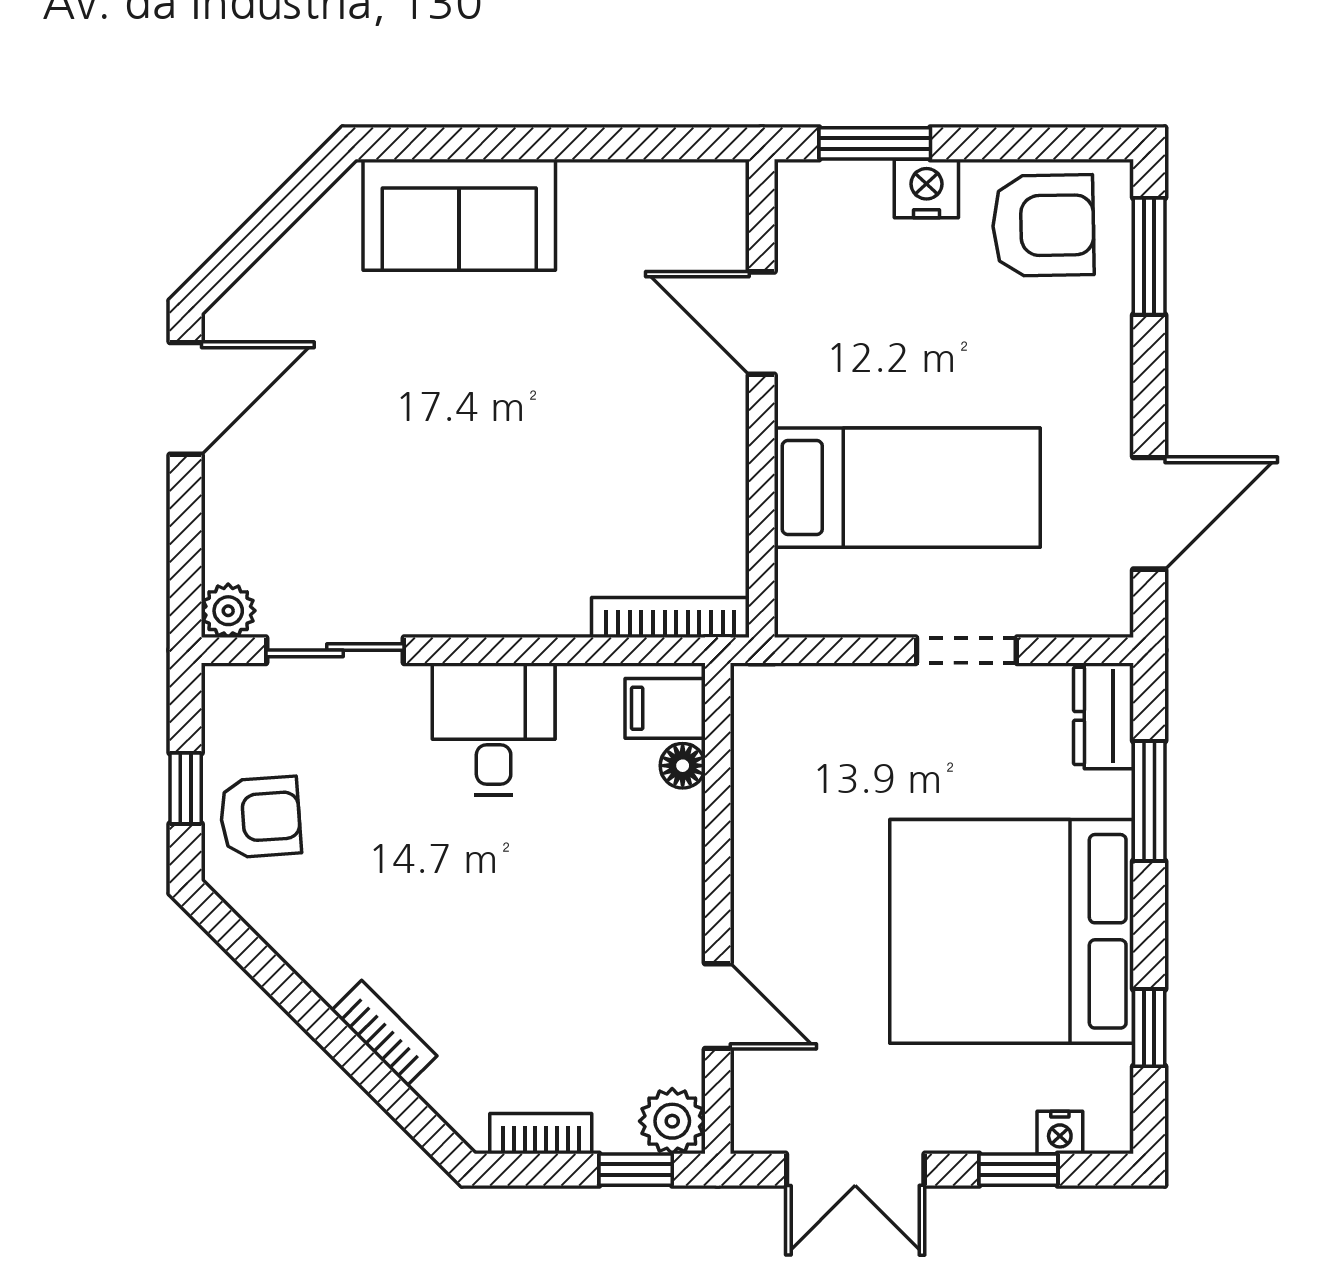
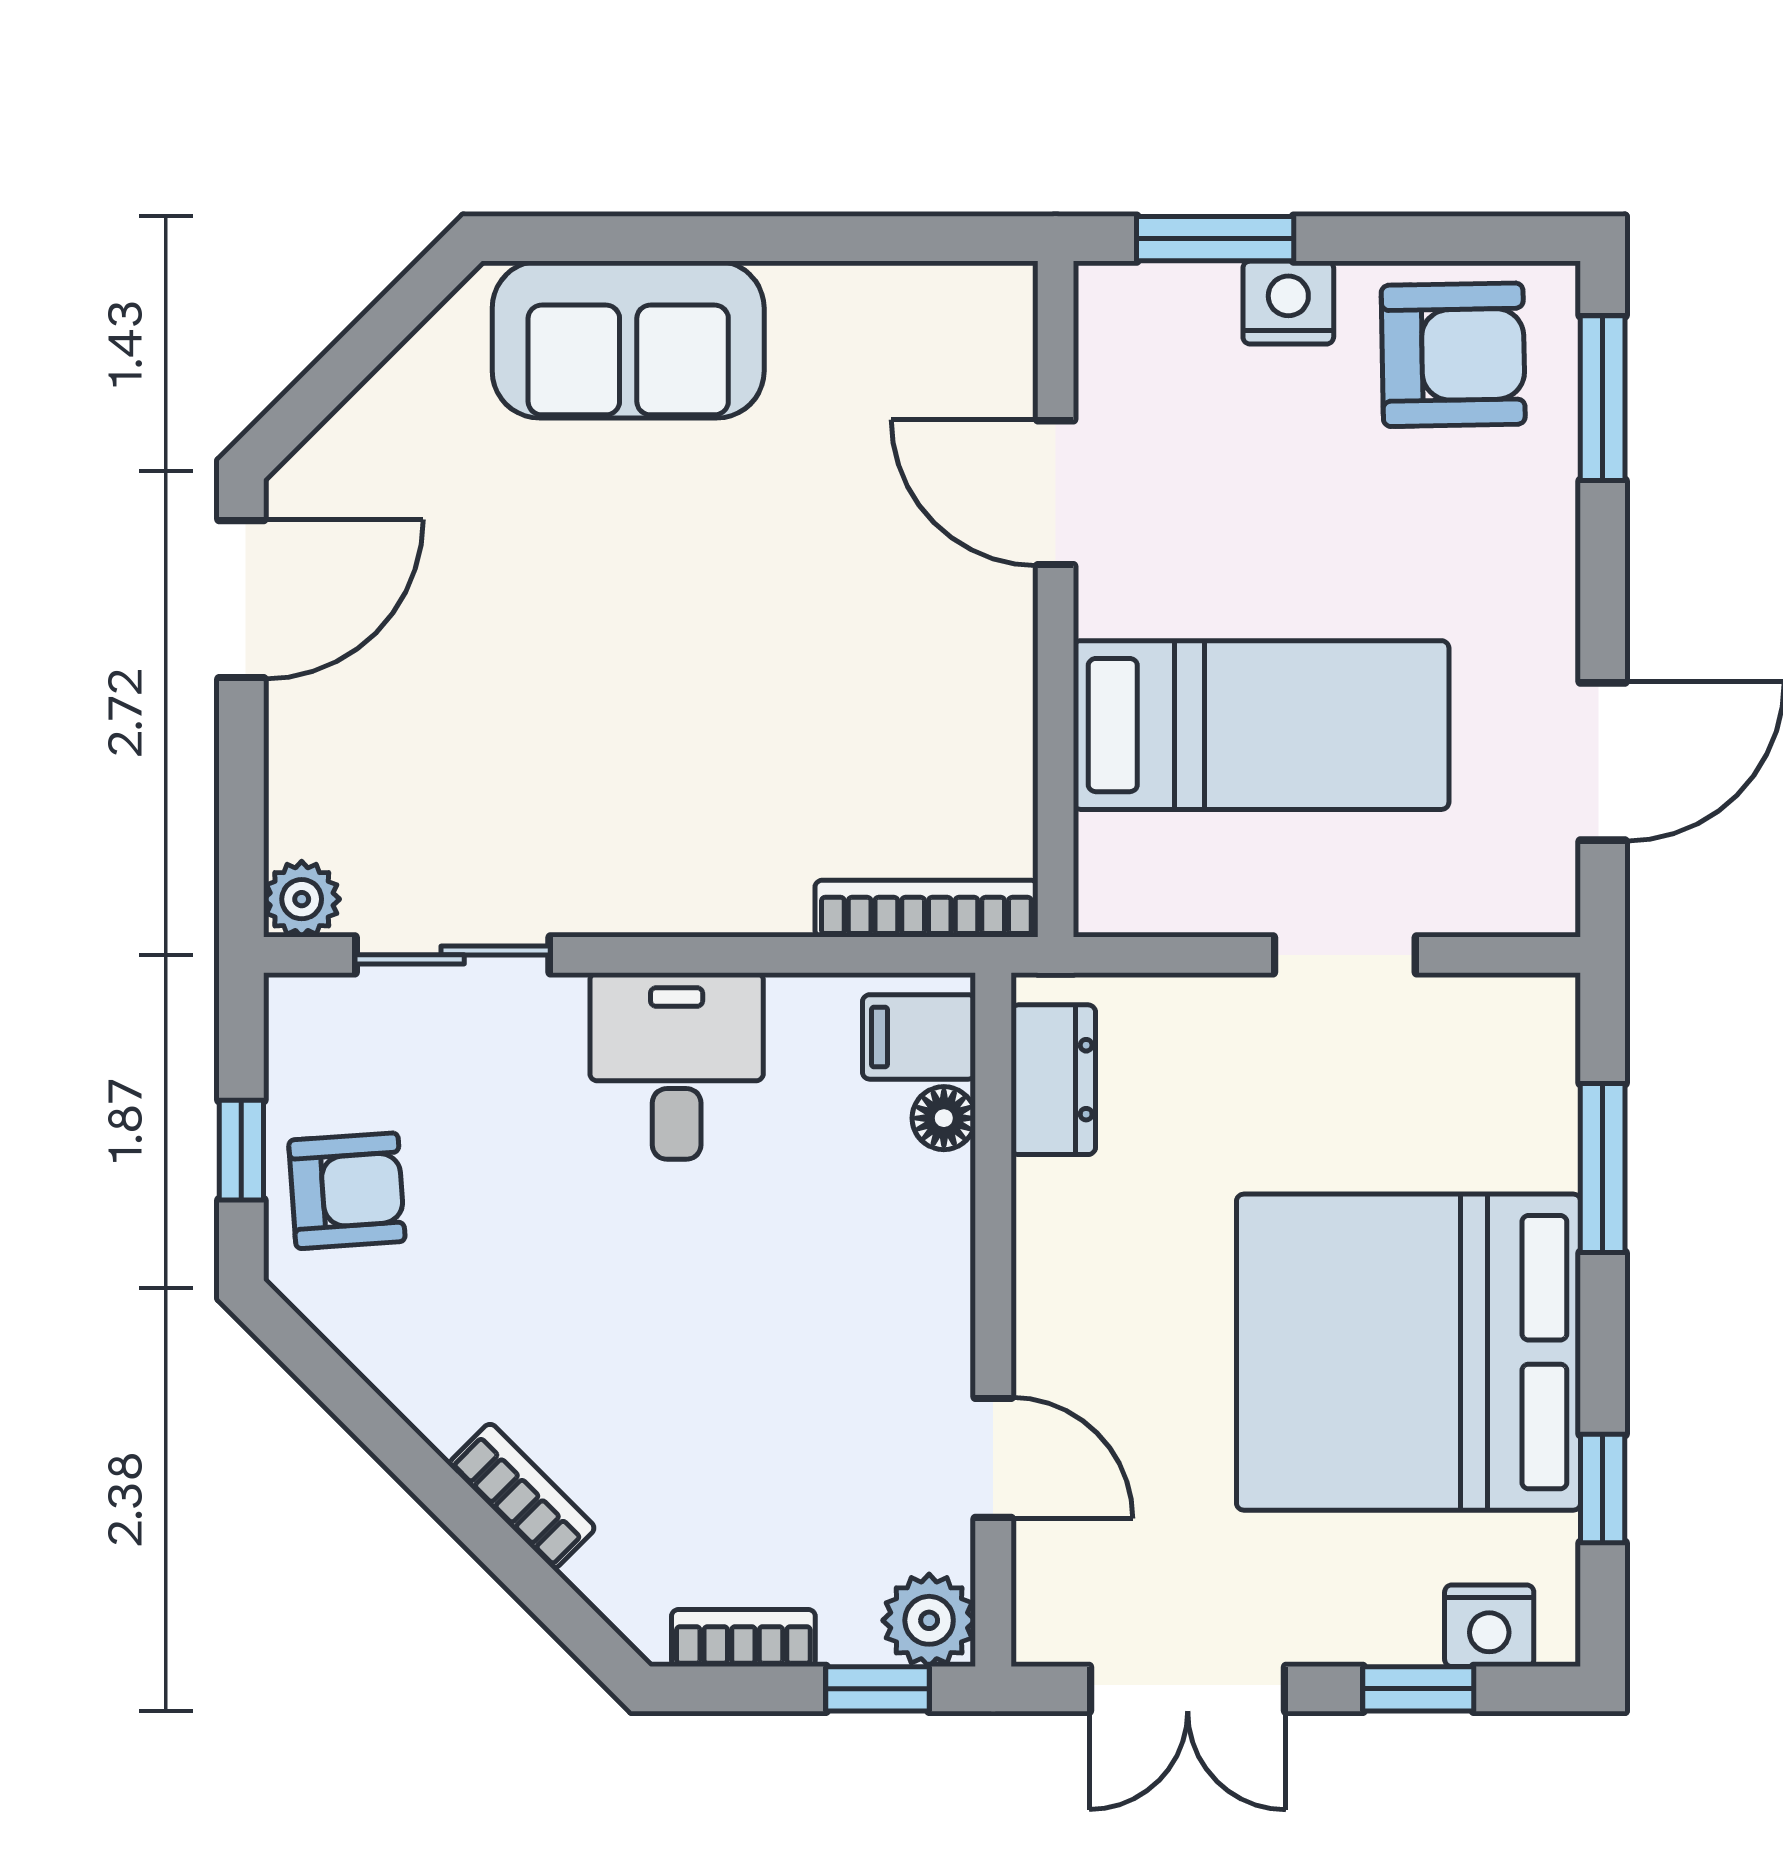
dresser: (1103, 716) -> (1053, 1080), moved, turned 180
nightstand: (1060, 1133) -> (1489, 1626), width x1.39, depth x1.35

